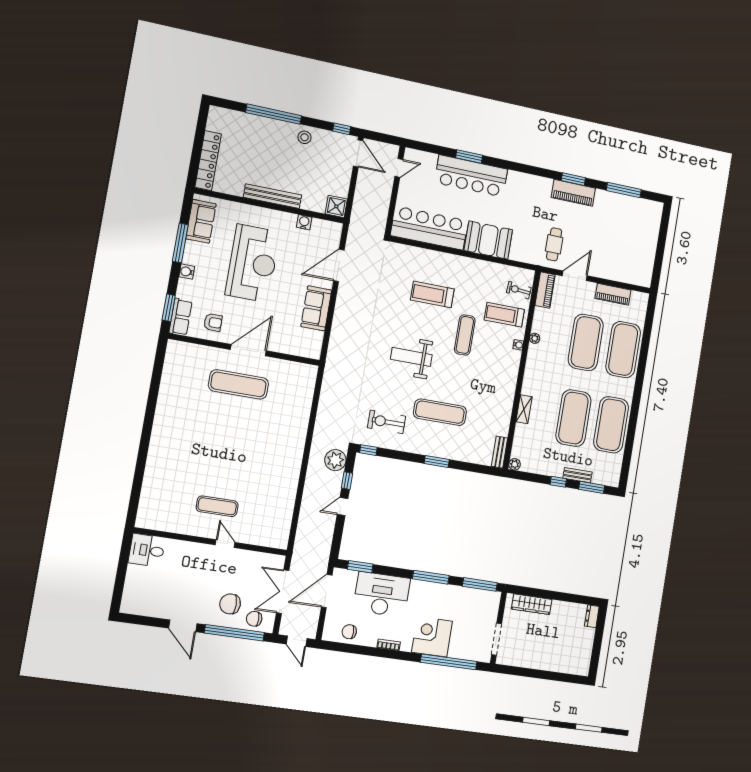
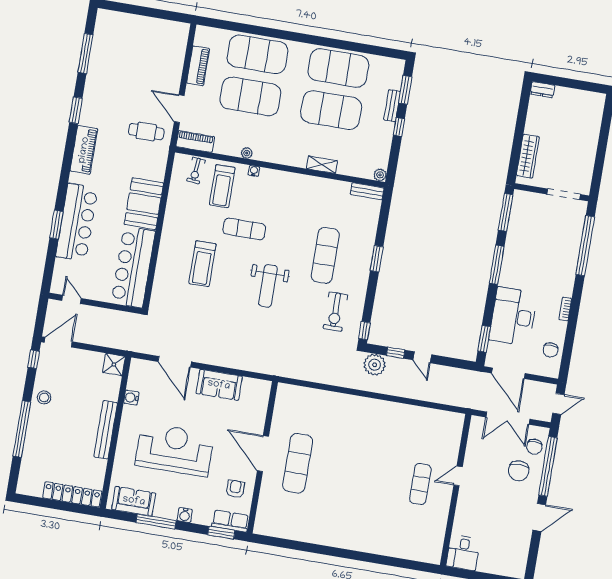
piano: (573, 193) -> (84, 150), moved
corner desk: (432, 637) -> (559, 263), removed

